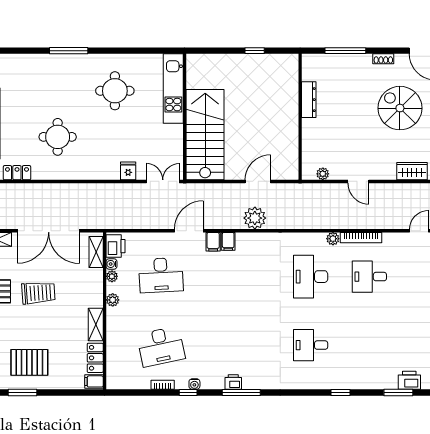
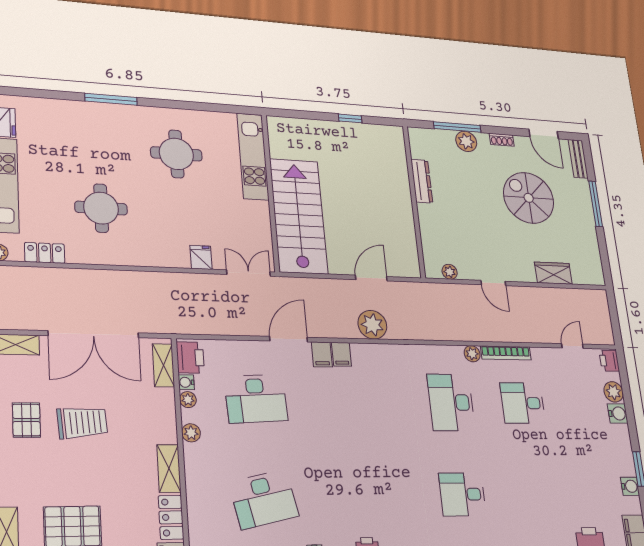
plant: (352, 63) -> (466, 141), added

